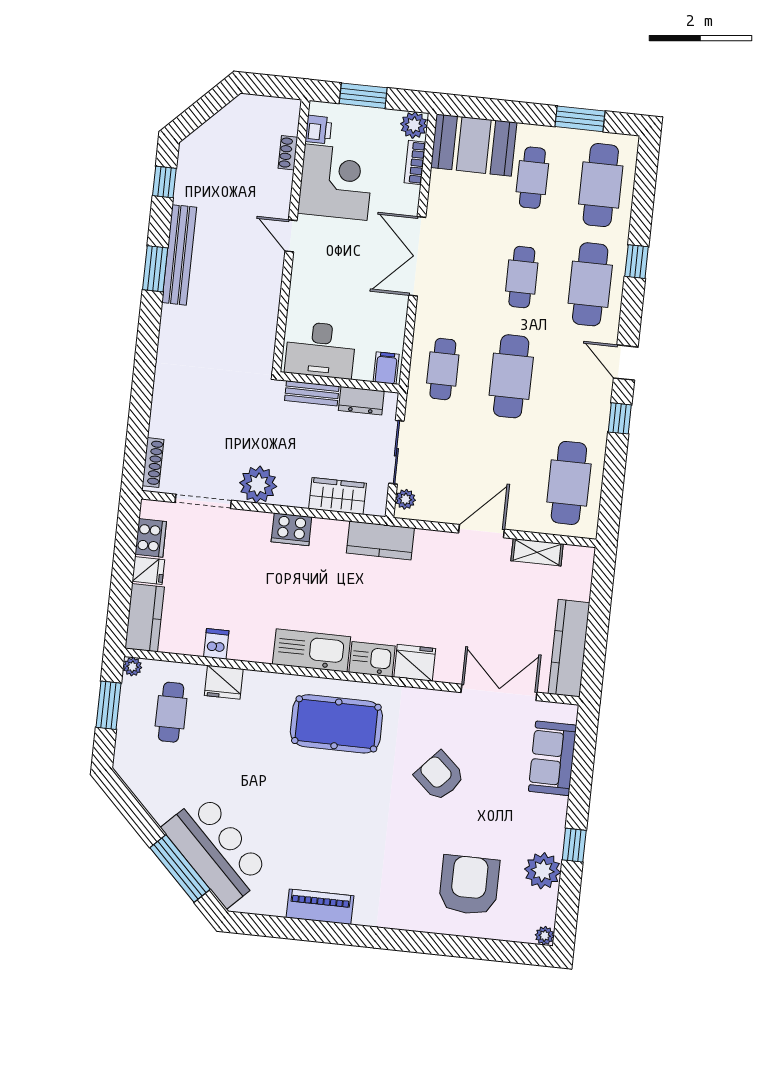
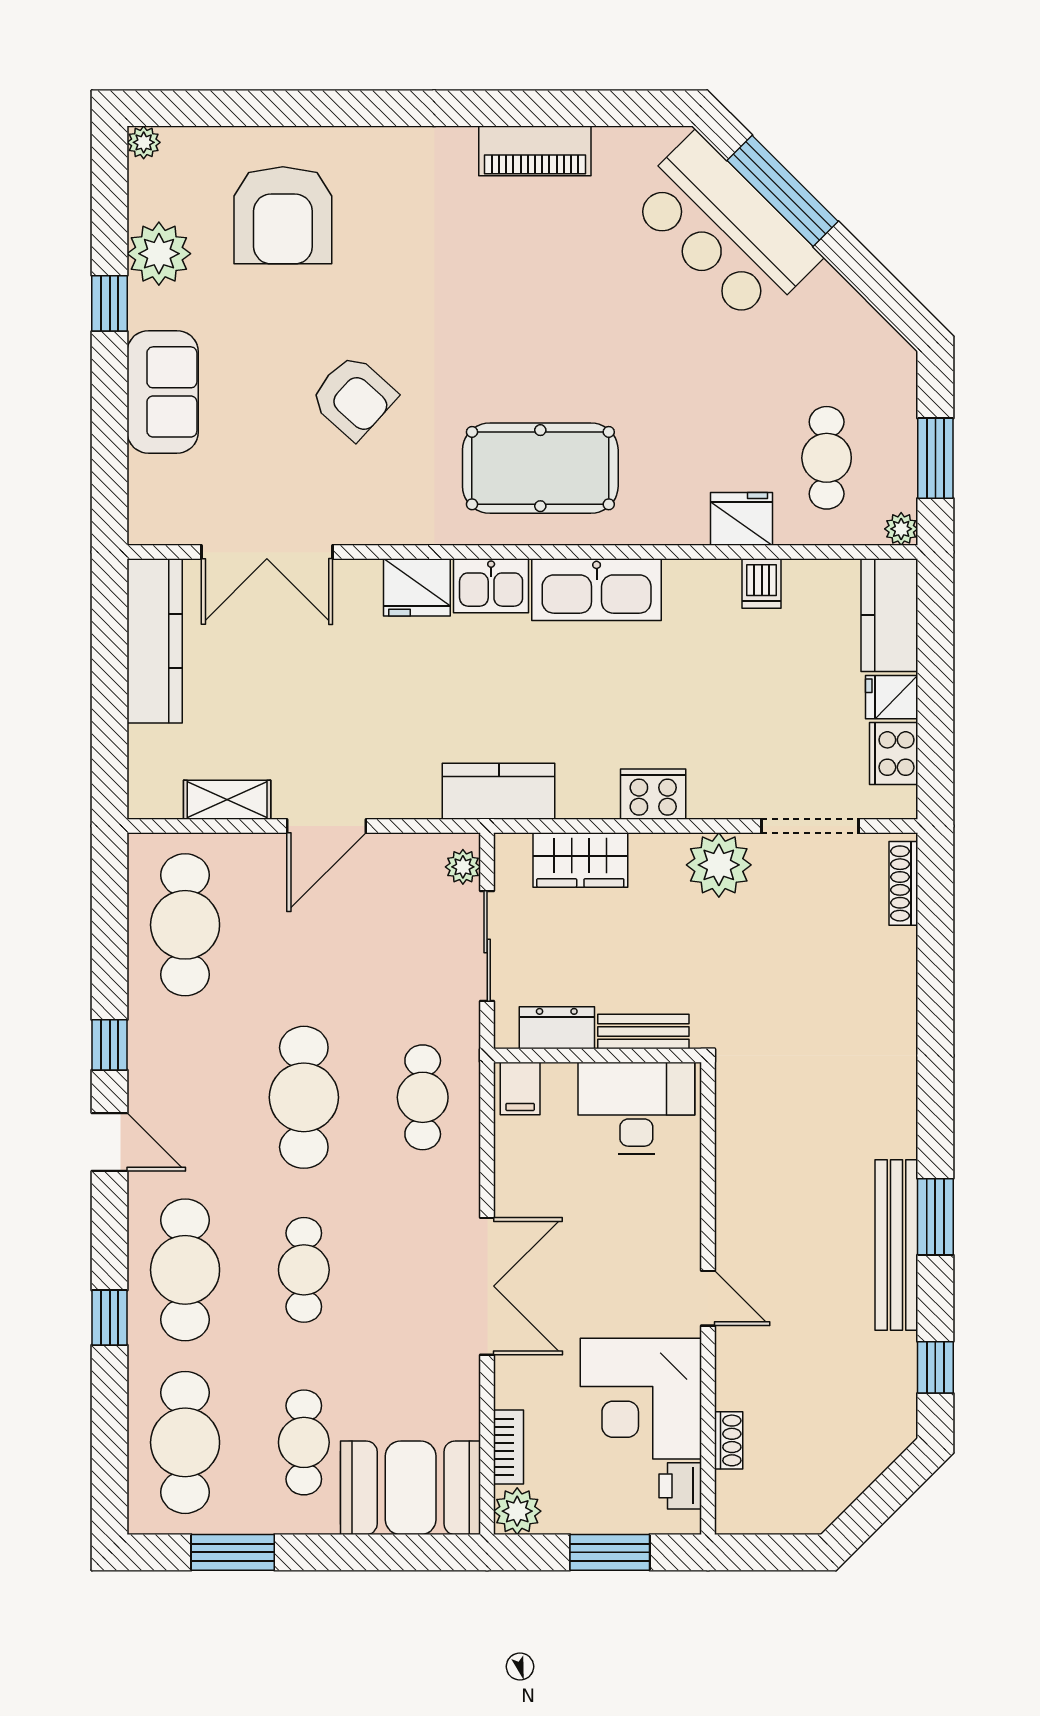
sofa: (553, 758) -> (163, 392), moved

